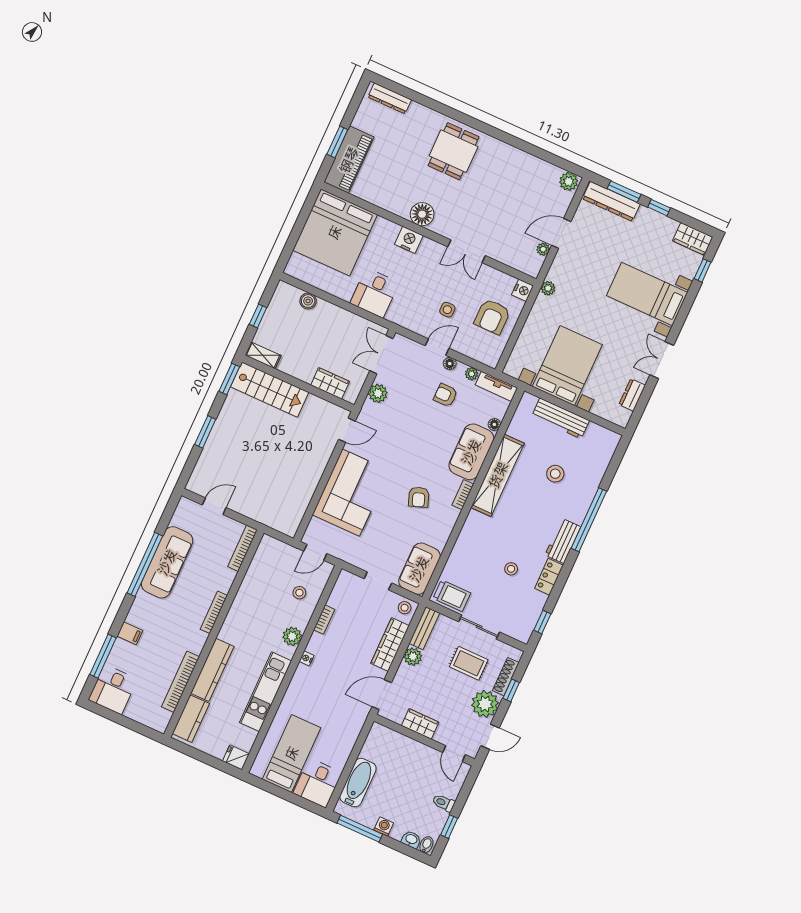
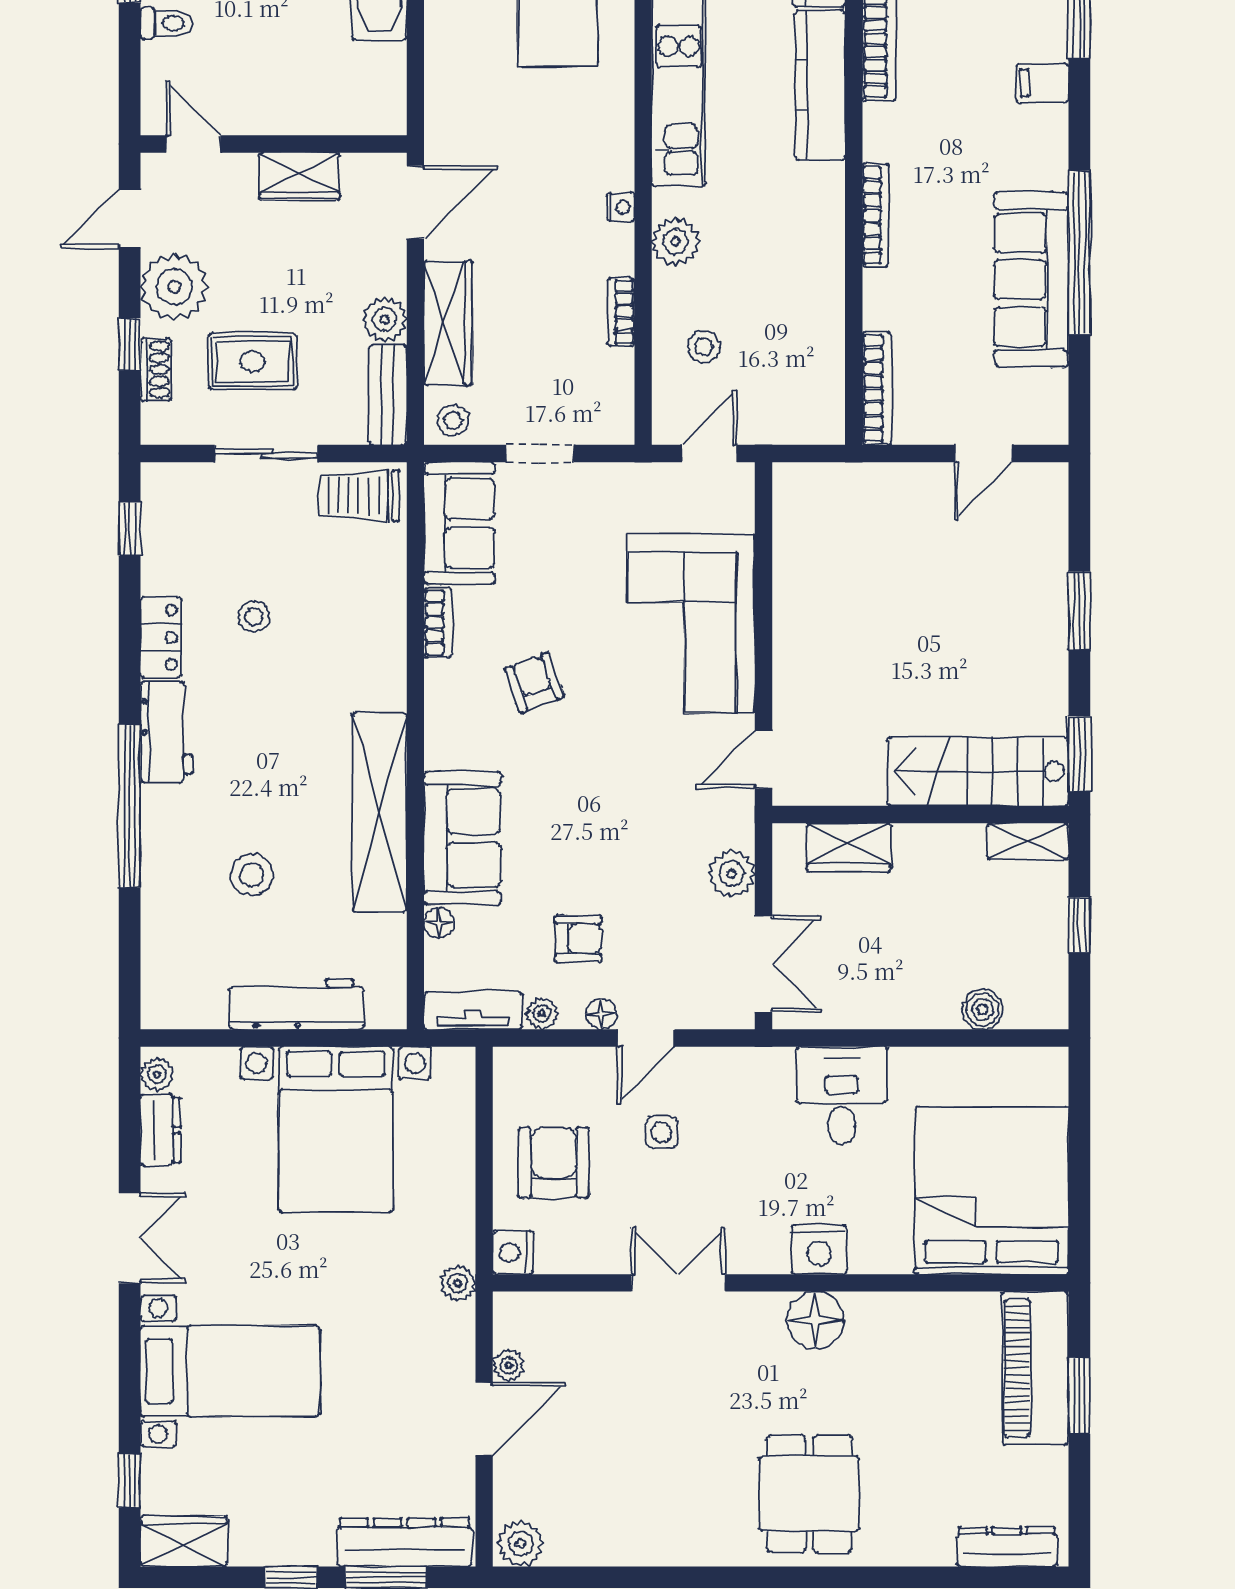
plant: (624, 416) -> (157, 1074), added
bookcase: (463, 495) -> (438, 623), moved
shoe rack: (506, 677) -> (156, 370), width x0.70

